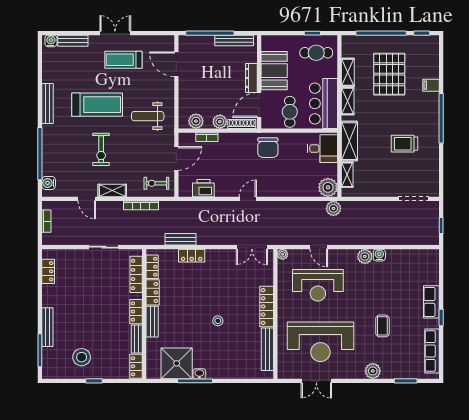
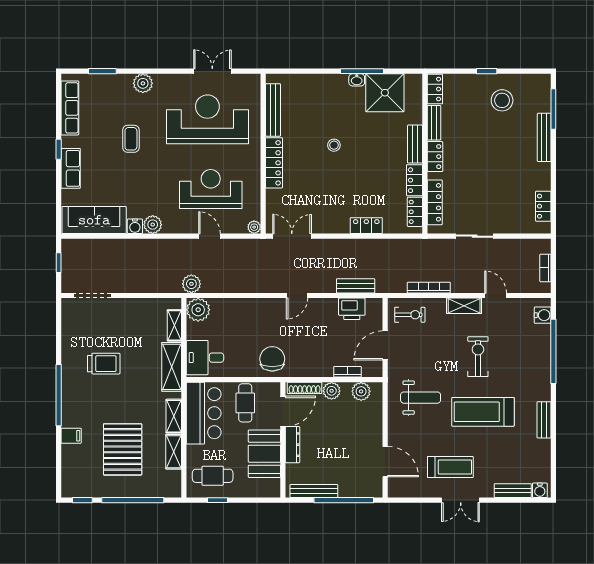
bench: (48, 103) -> (544, 420), width x0.73
bench: (180, 239) -> (356, 286), moved
sofa: (412, 260) -> (94, 220), added

